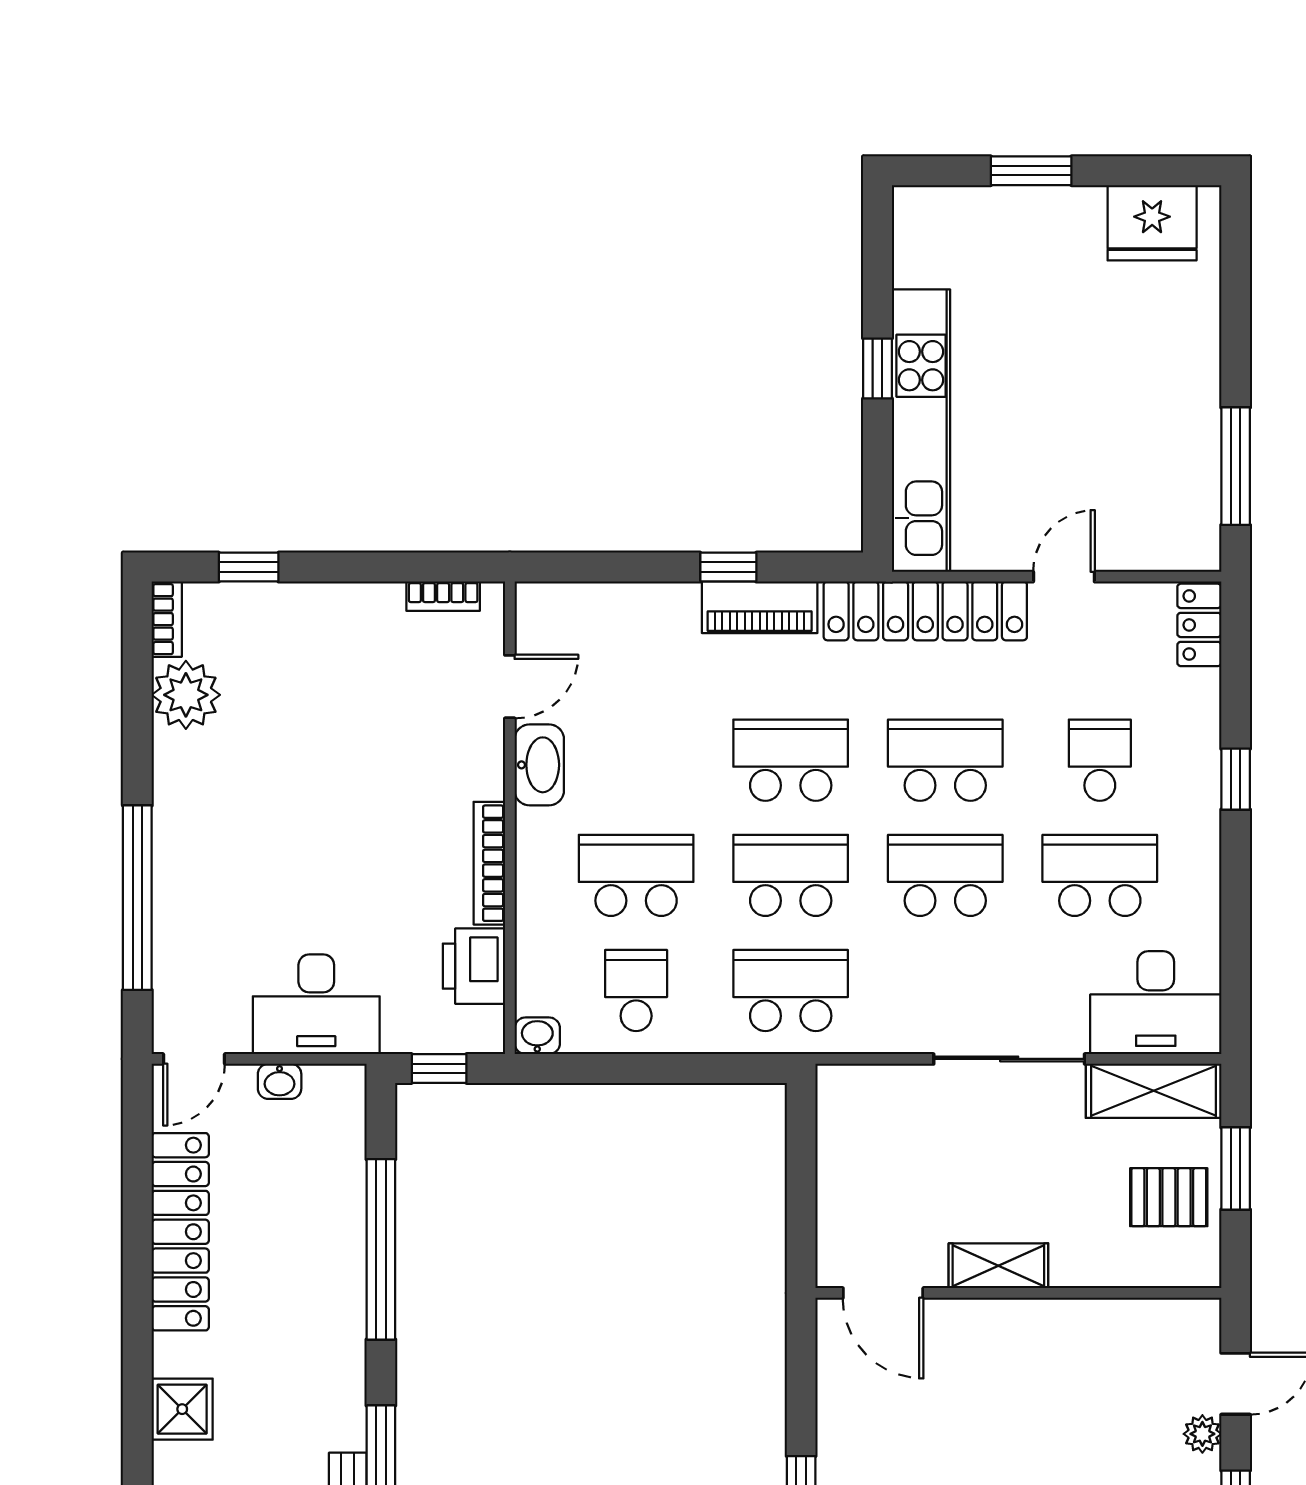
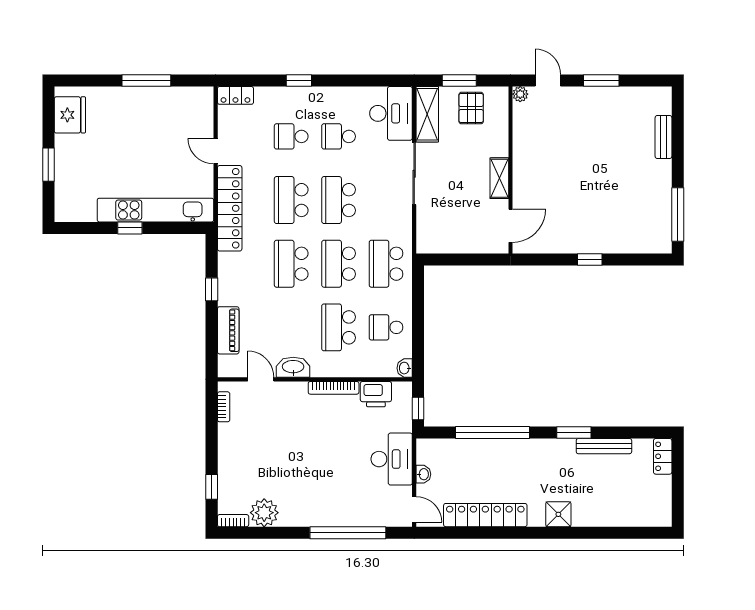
window: (1236, 466) -> (146, 80), moved
piano: (760, 607) -> (228, 330), moved
school desk: (1100, 875) -> (339, 136), width x0.54
plant: (1202, 1434) -> (520, 94), moved

